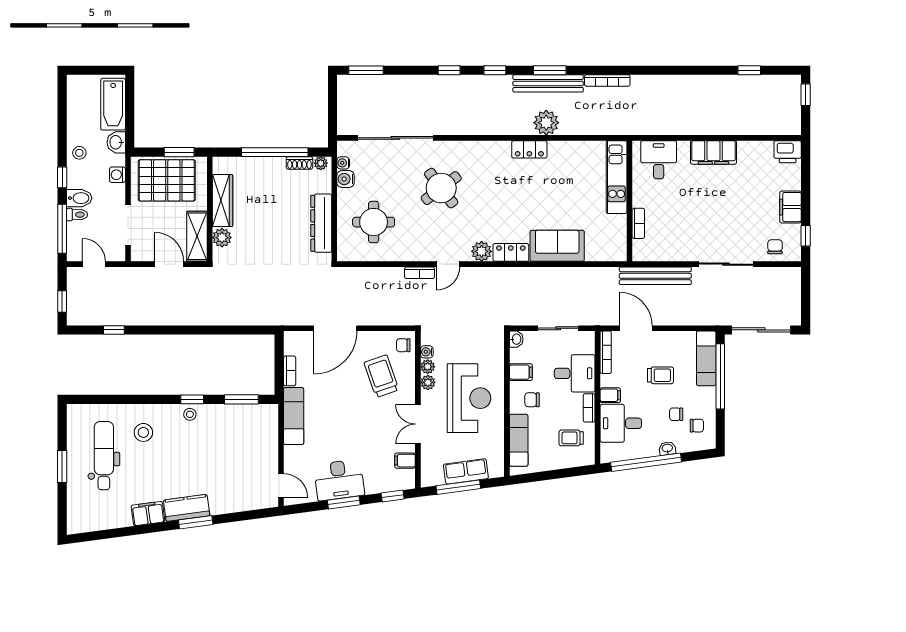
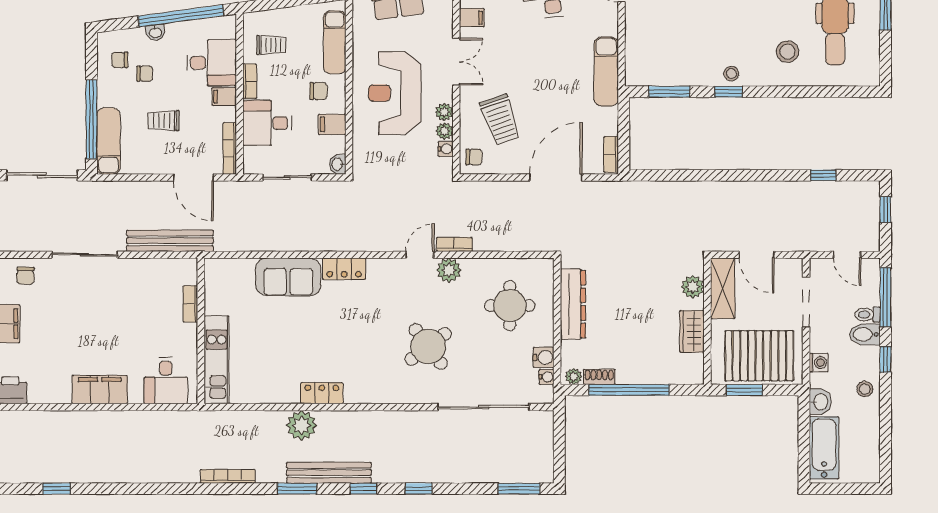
bench: (548, 83) -> (329, 473), moved
wardrobe: (223, 201) -> (692, 331), width x0.67
plant: (482, 251) -> (449, 270), moved
bookcase: (290, 371) -> (611, 154), moved

